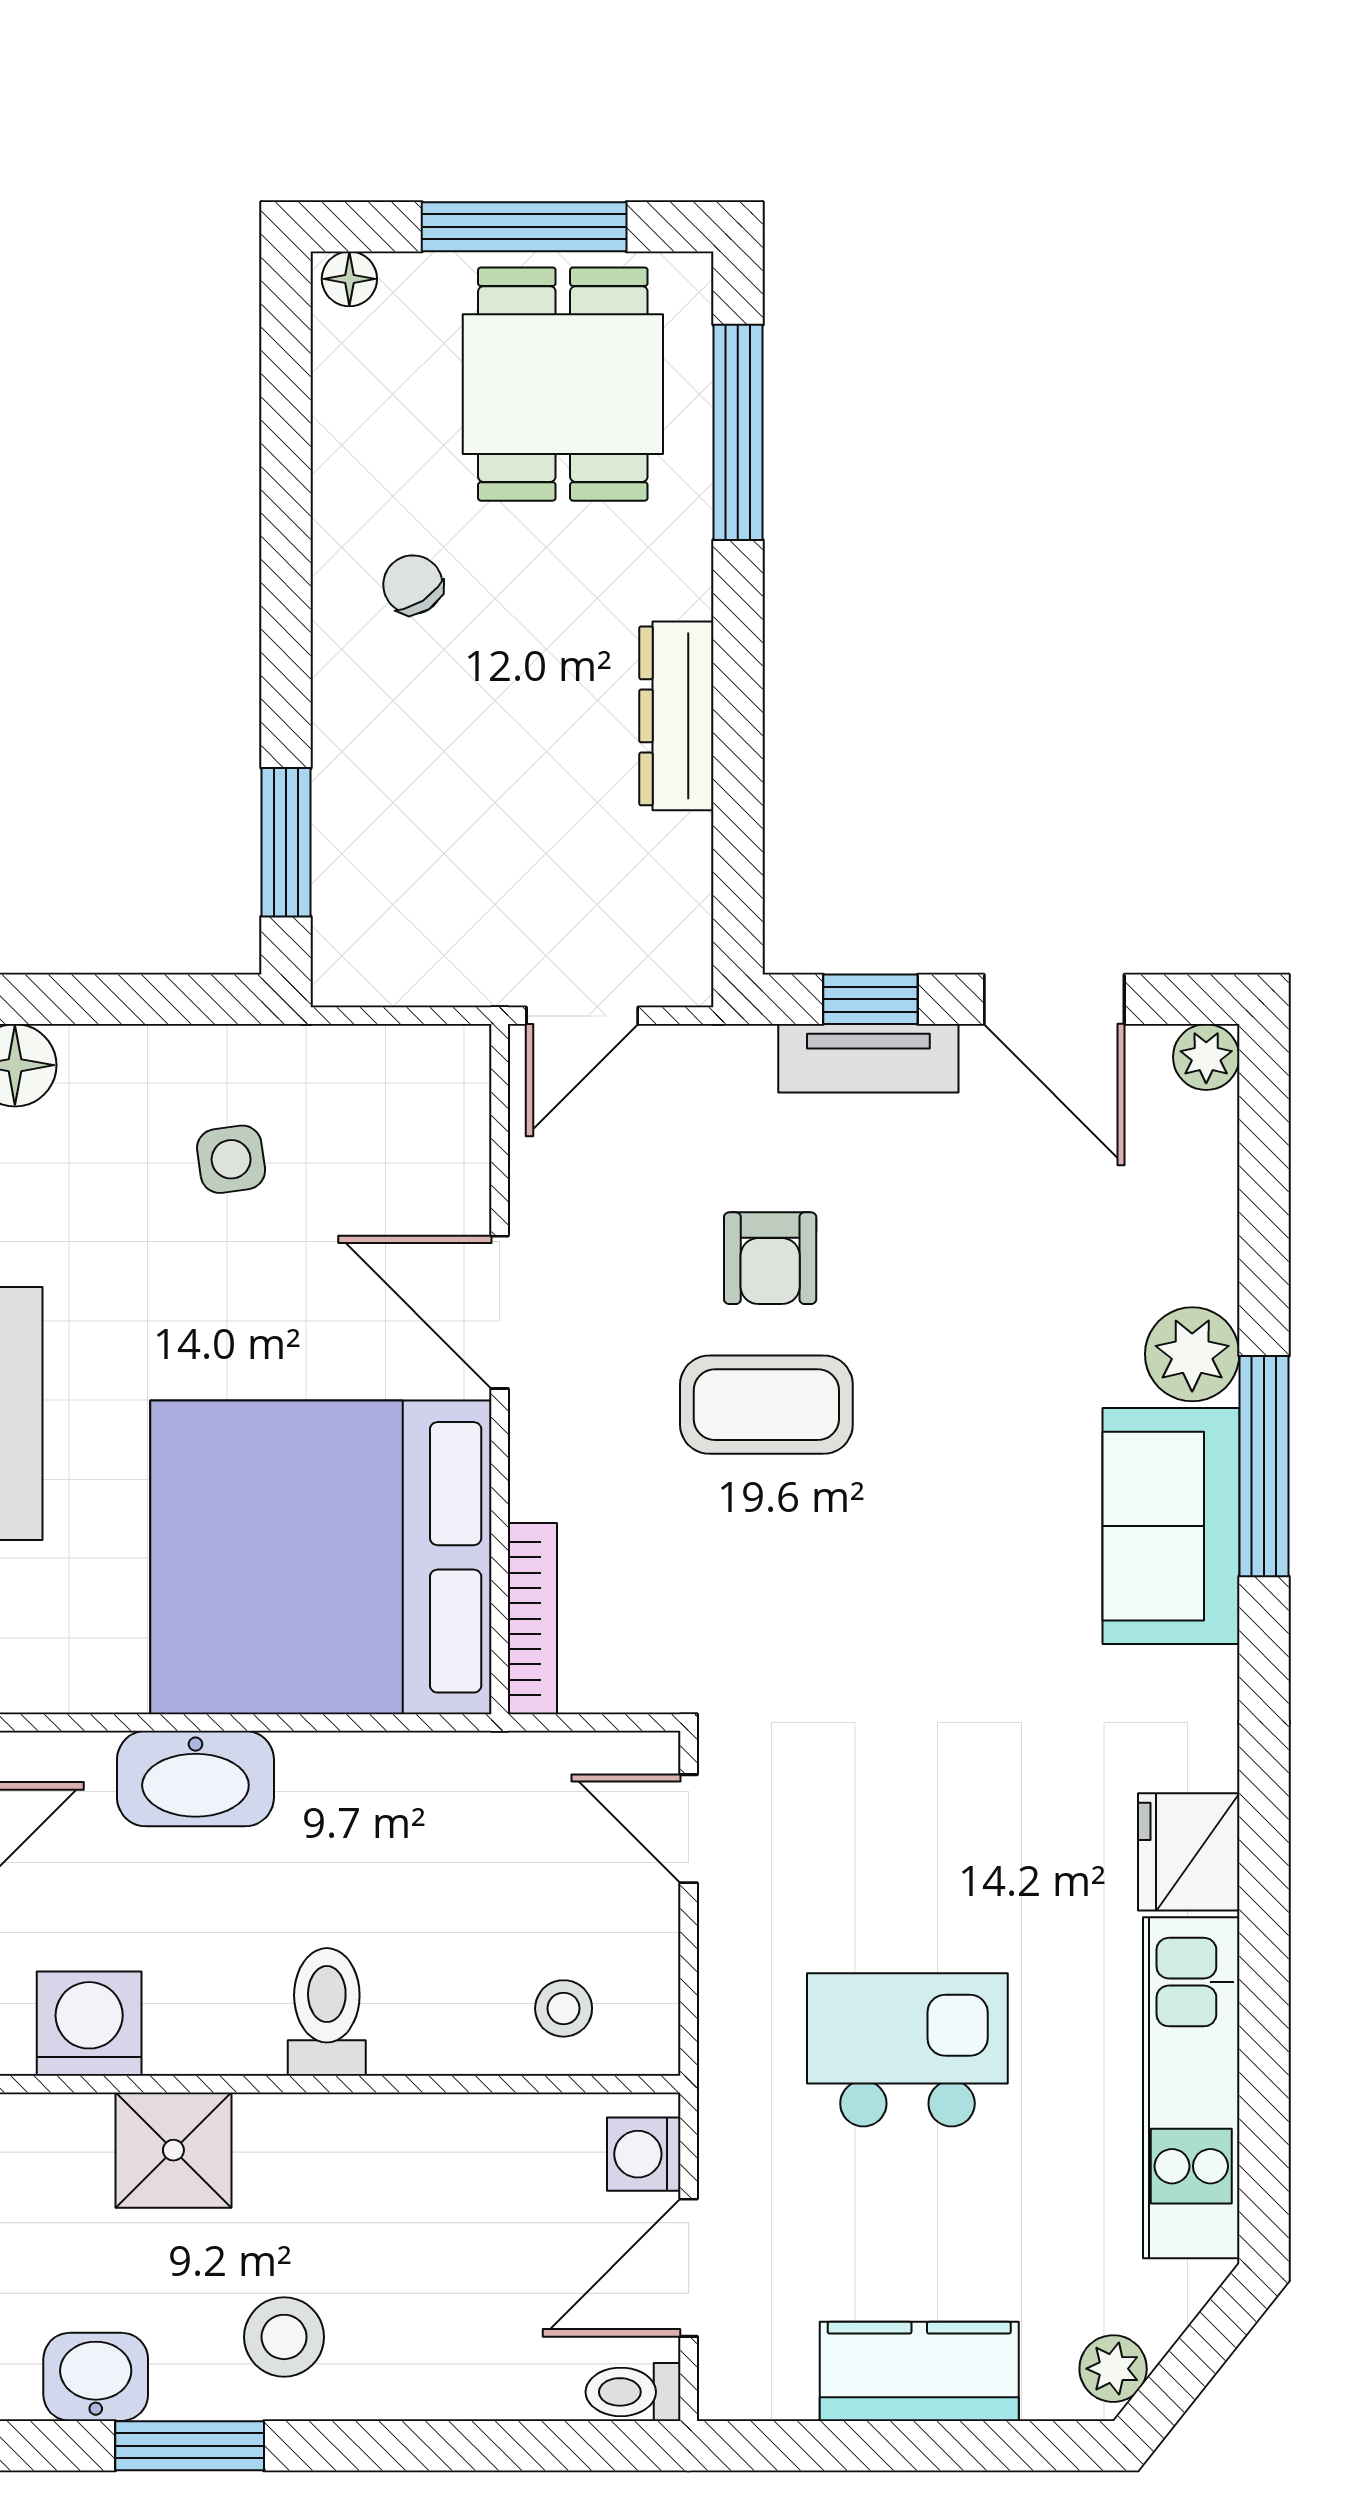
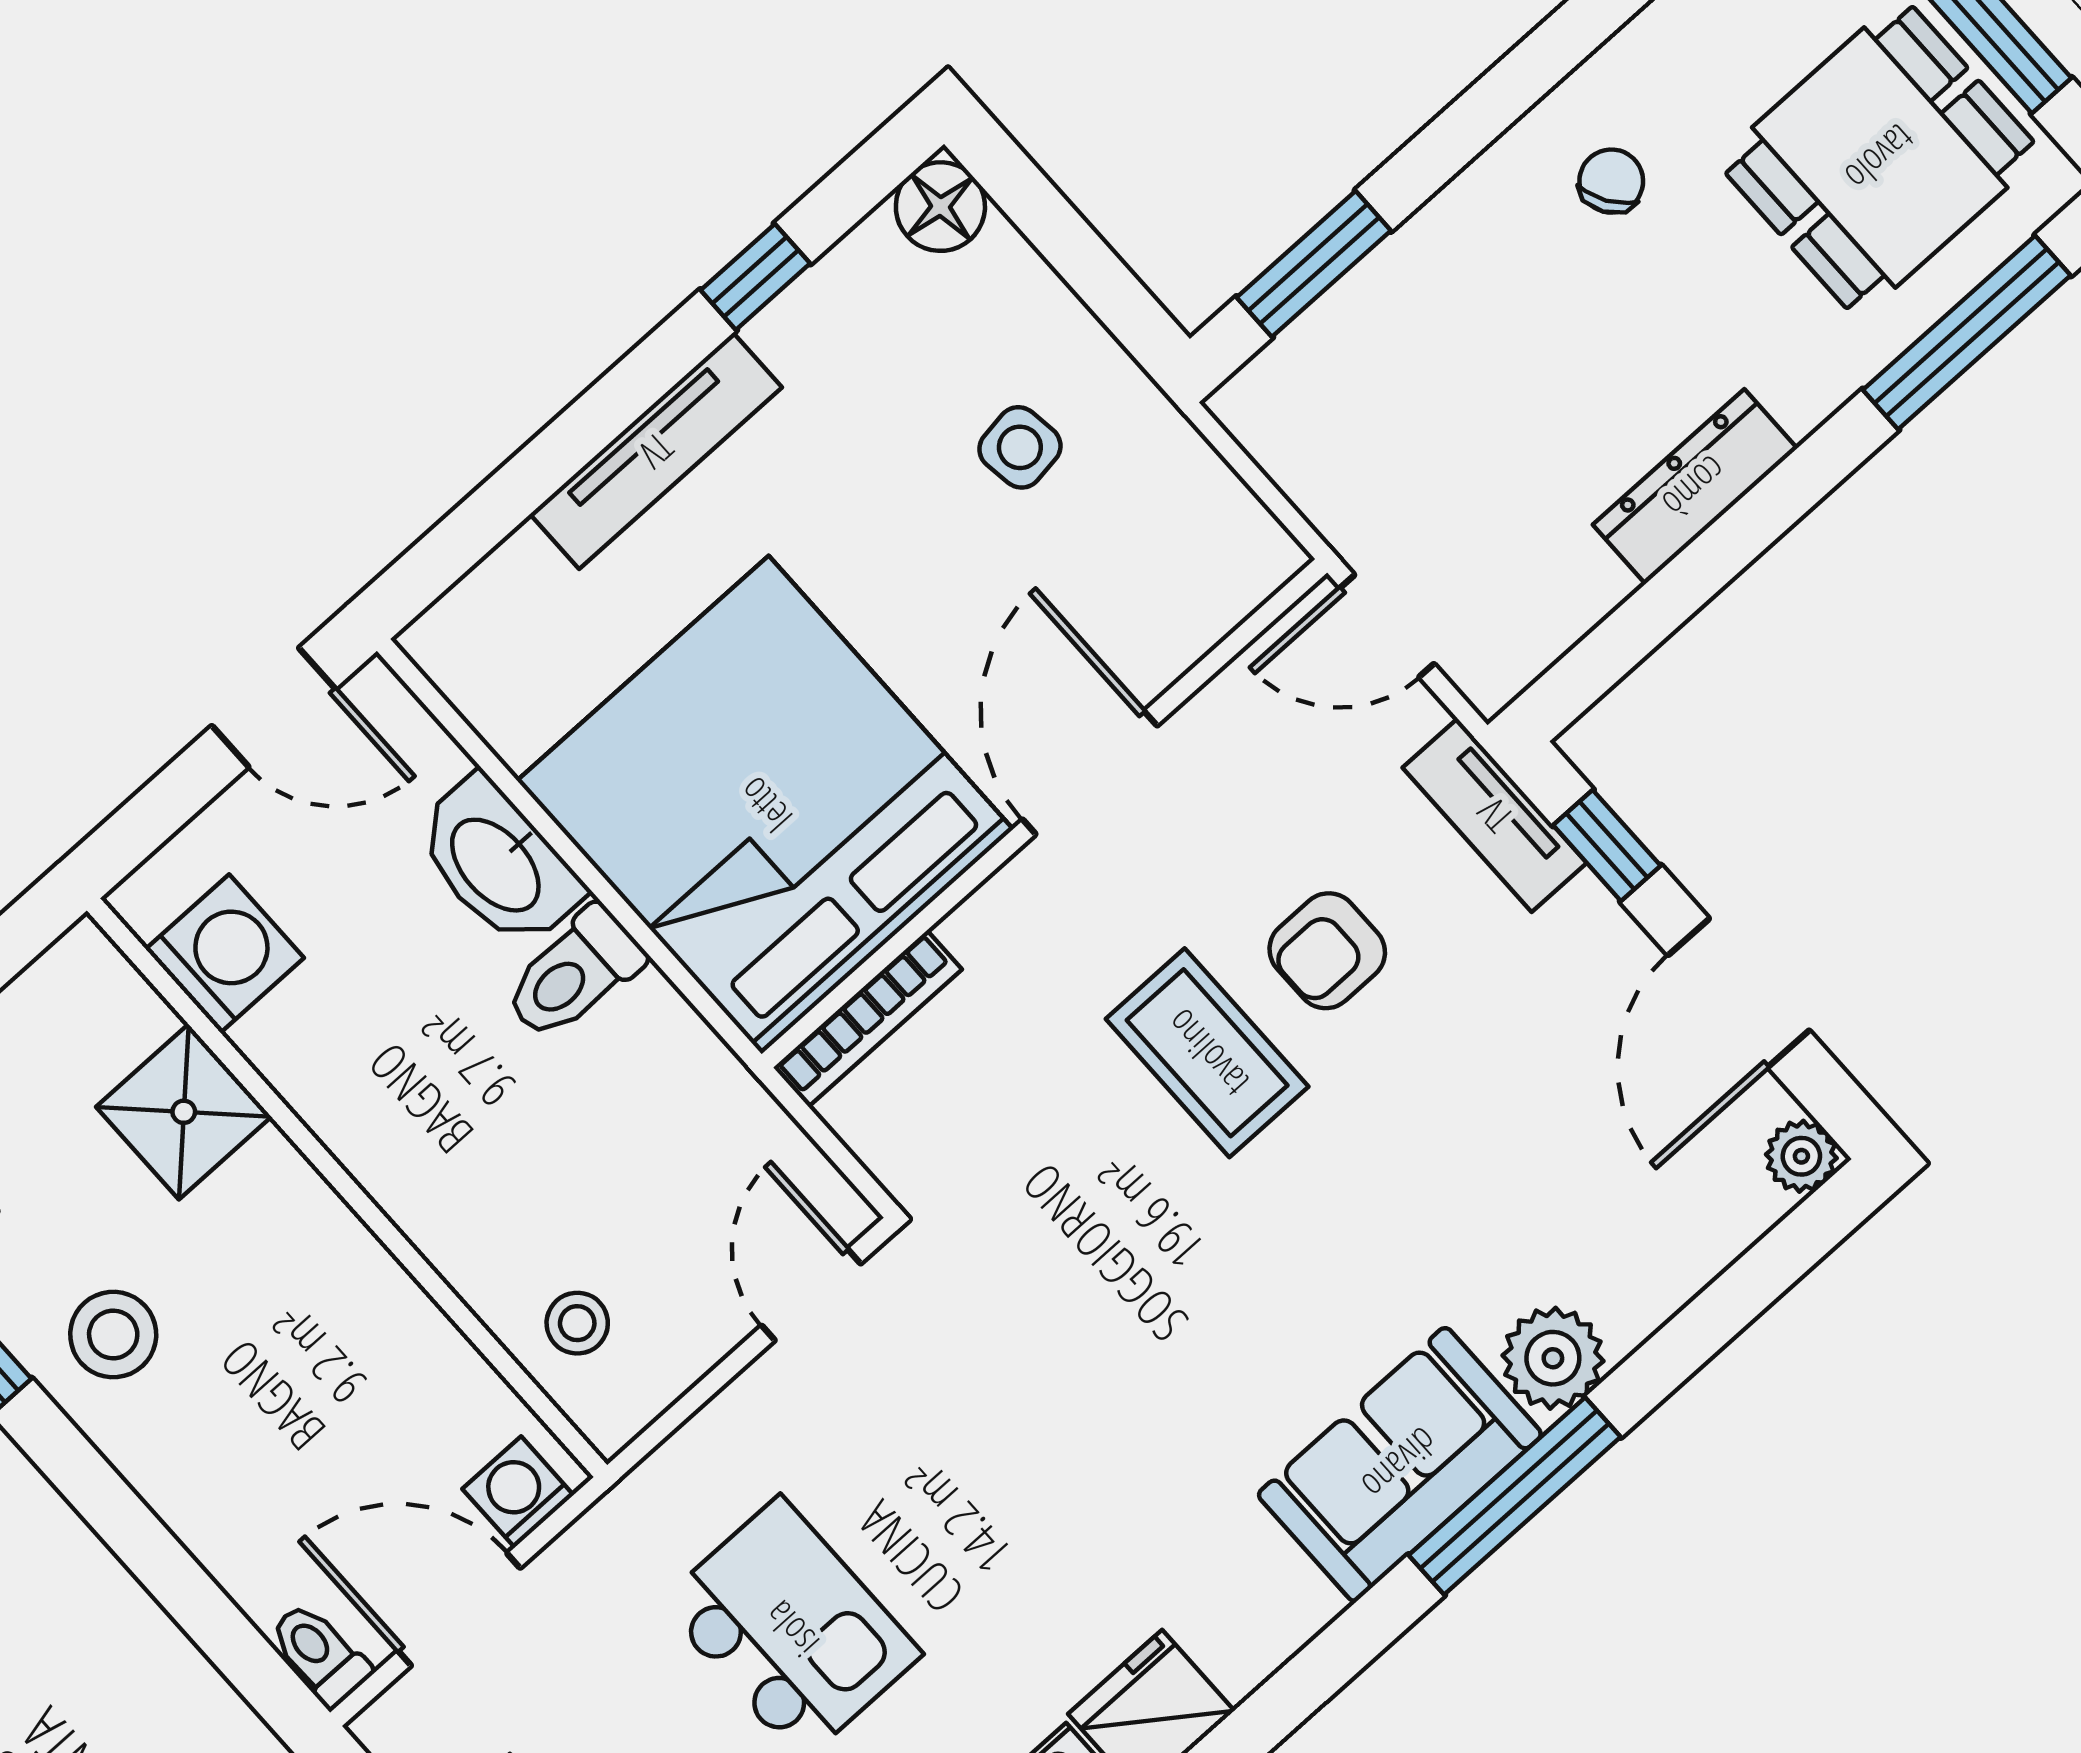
tv unit: (868, 1058) -> (1495, 815), moved
toilet: (327, 2012) -> (574, 974), moved, turned 180

